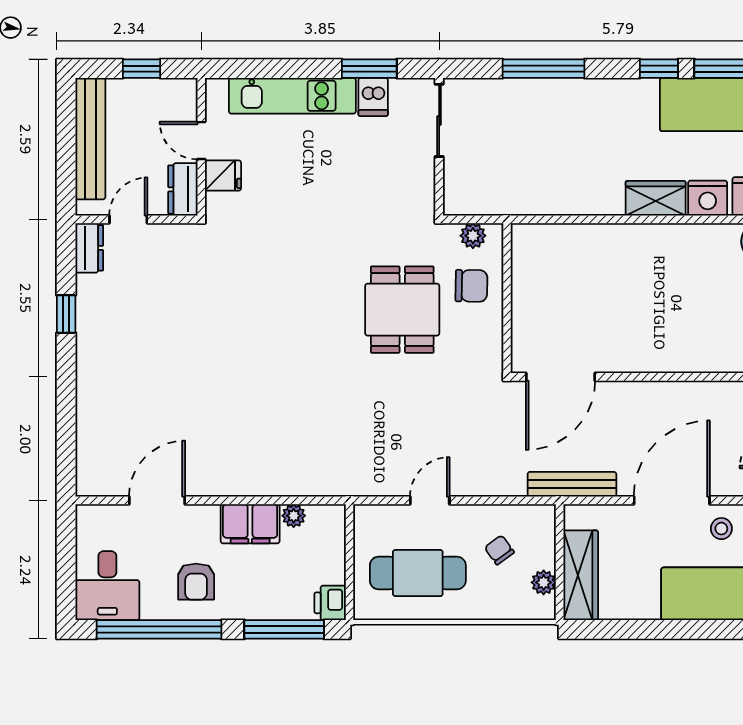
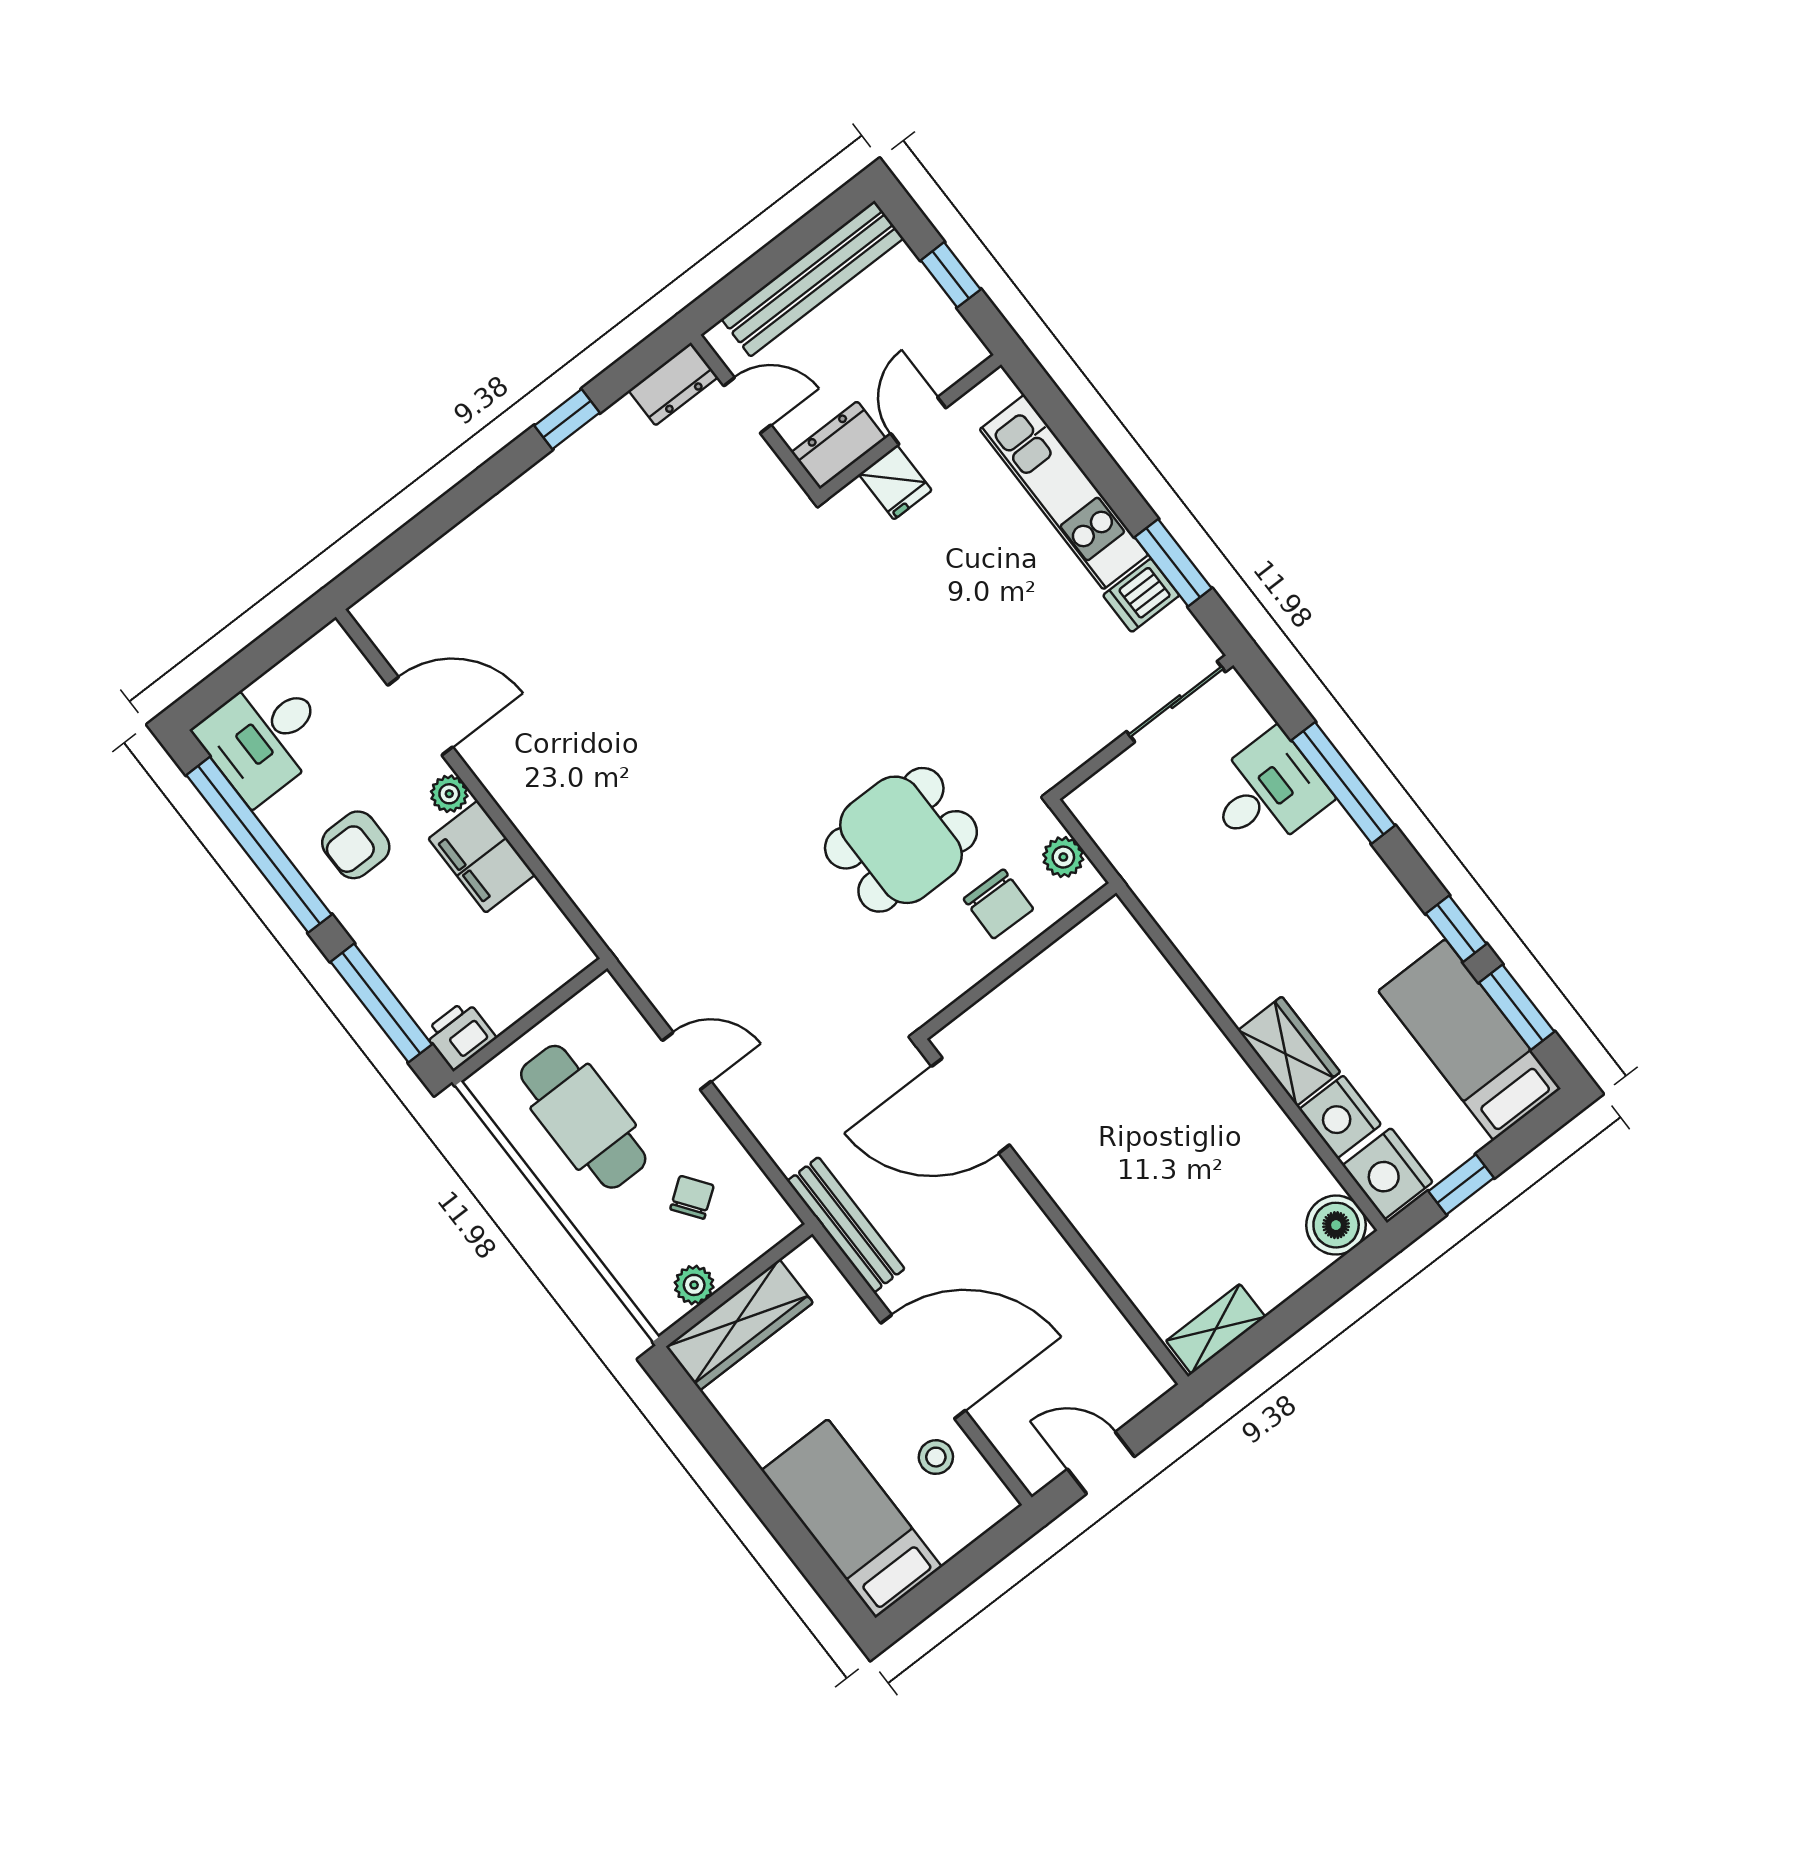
desk: (519, 110) -> (1267, 792), added
plant: (294, 516) -> (449, 794), moved

